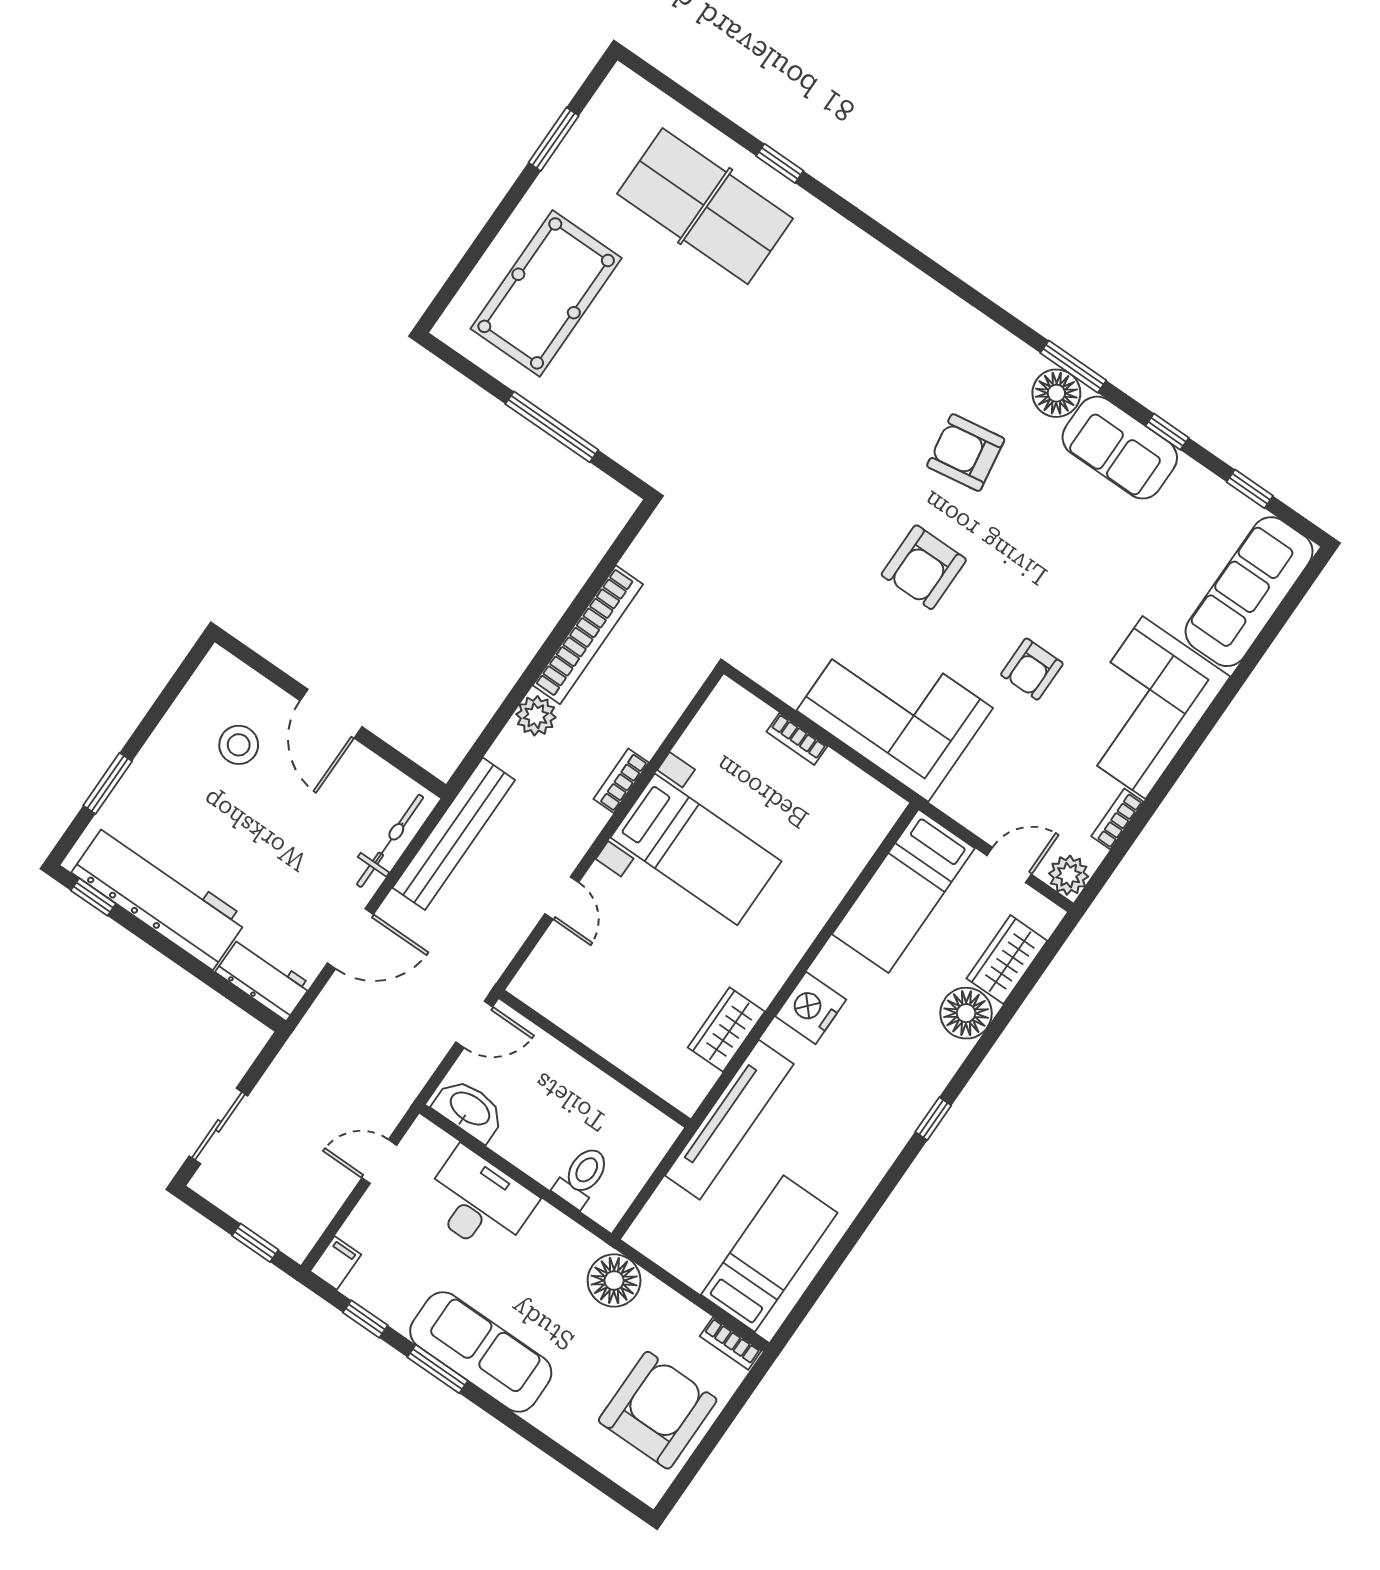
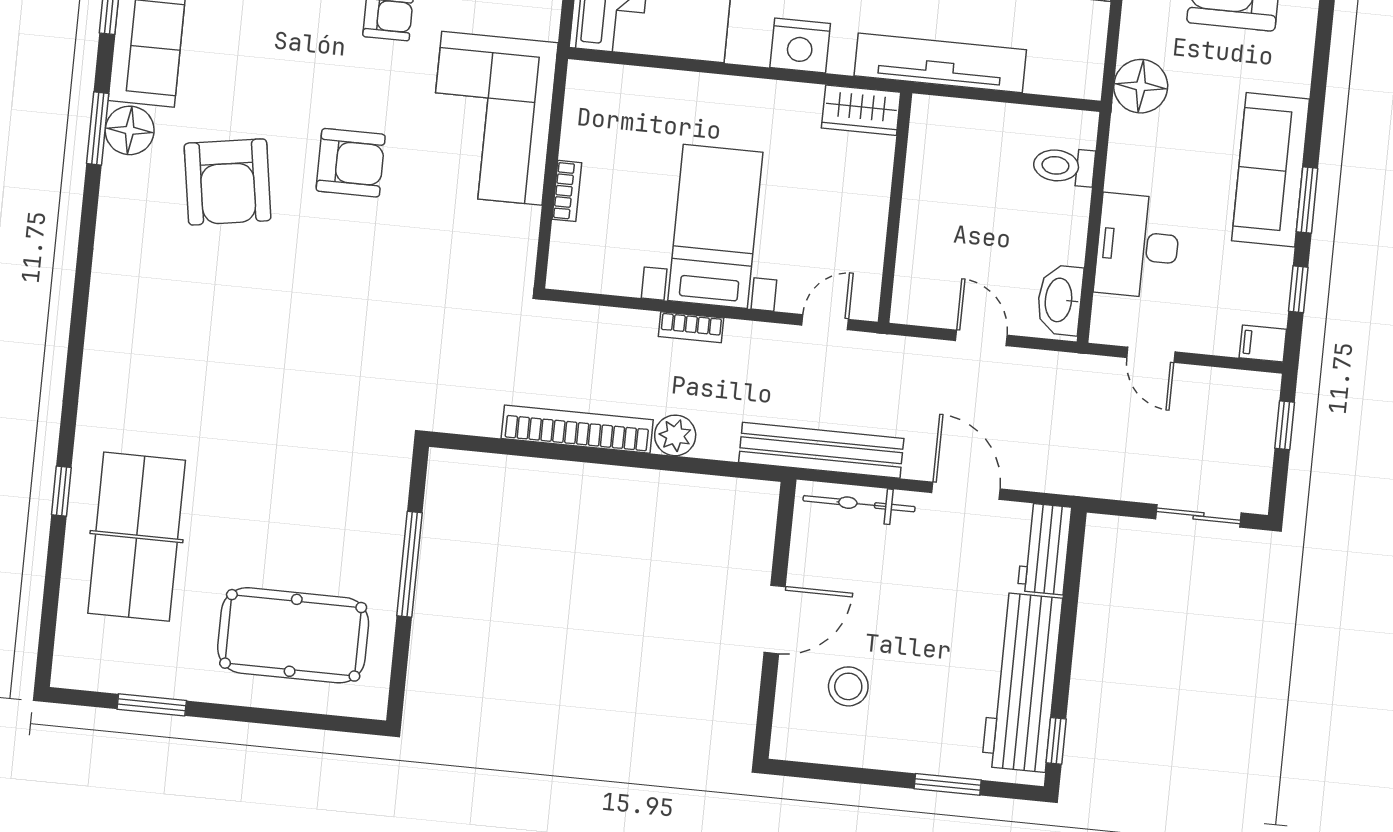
armchair: (966, 453) -> (228, 182), width x1.36, depth x1.36
wall: (595, 1059) -> (895, 208), moved

